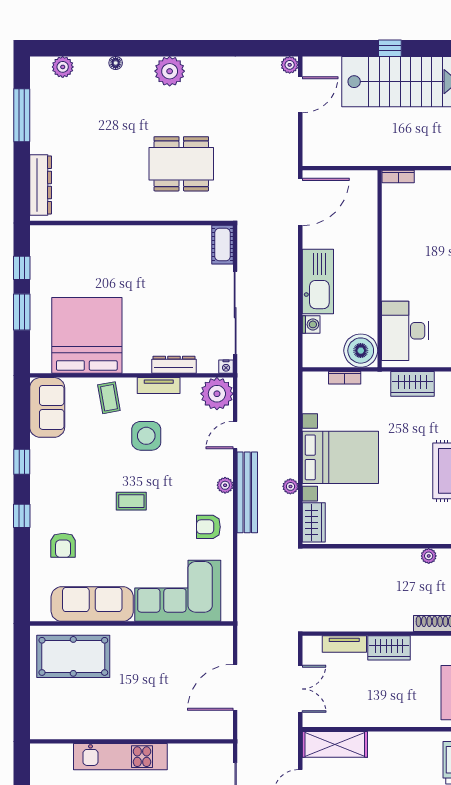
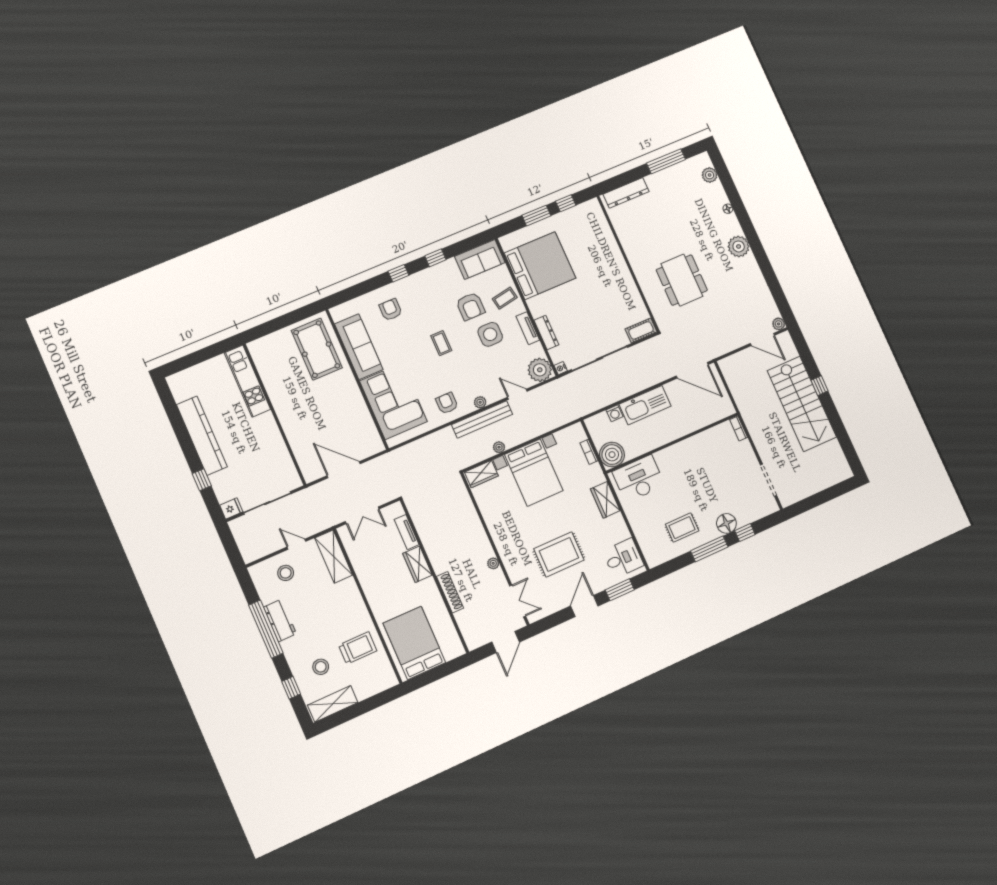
armchair: (101, 445) -> (470, 306), added
armchair: (63, 545) -> (391, 310), turned 90
kitchen unit: (120, 757) -> (247, 381), moved

